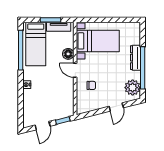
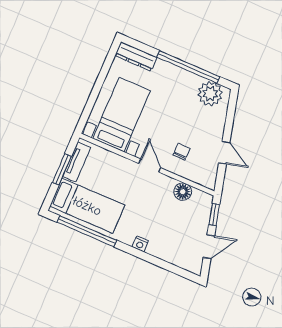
floor lamp: (68, 54) -> (183, 192), moved
dresser: (136, 58) -> (136, 57), moved
door: (75, 70) -> (150, 166), swing flipped
door: (116, 107) -> (224, 153), moved
door: (43, 126) -> (209, 247), hinge flipped

